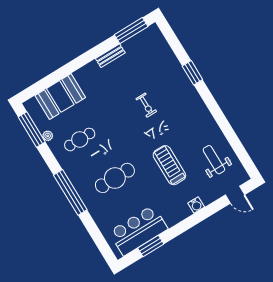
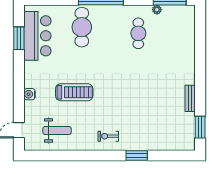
window: (131, 31) -> (200, 127), width x0.69
booth: (60, 96) -> (182, 39), removed
exercise bike: (146, 105) -> (108, 136), moved
cafe table: (115, 178) -> (82, 27), moved

